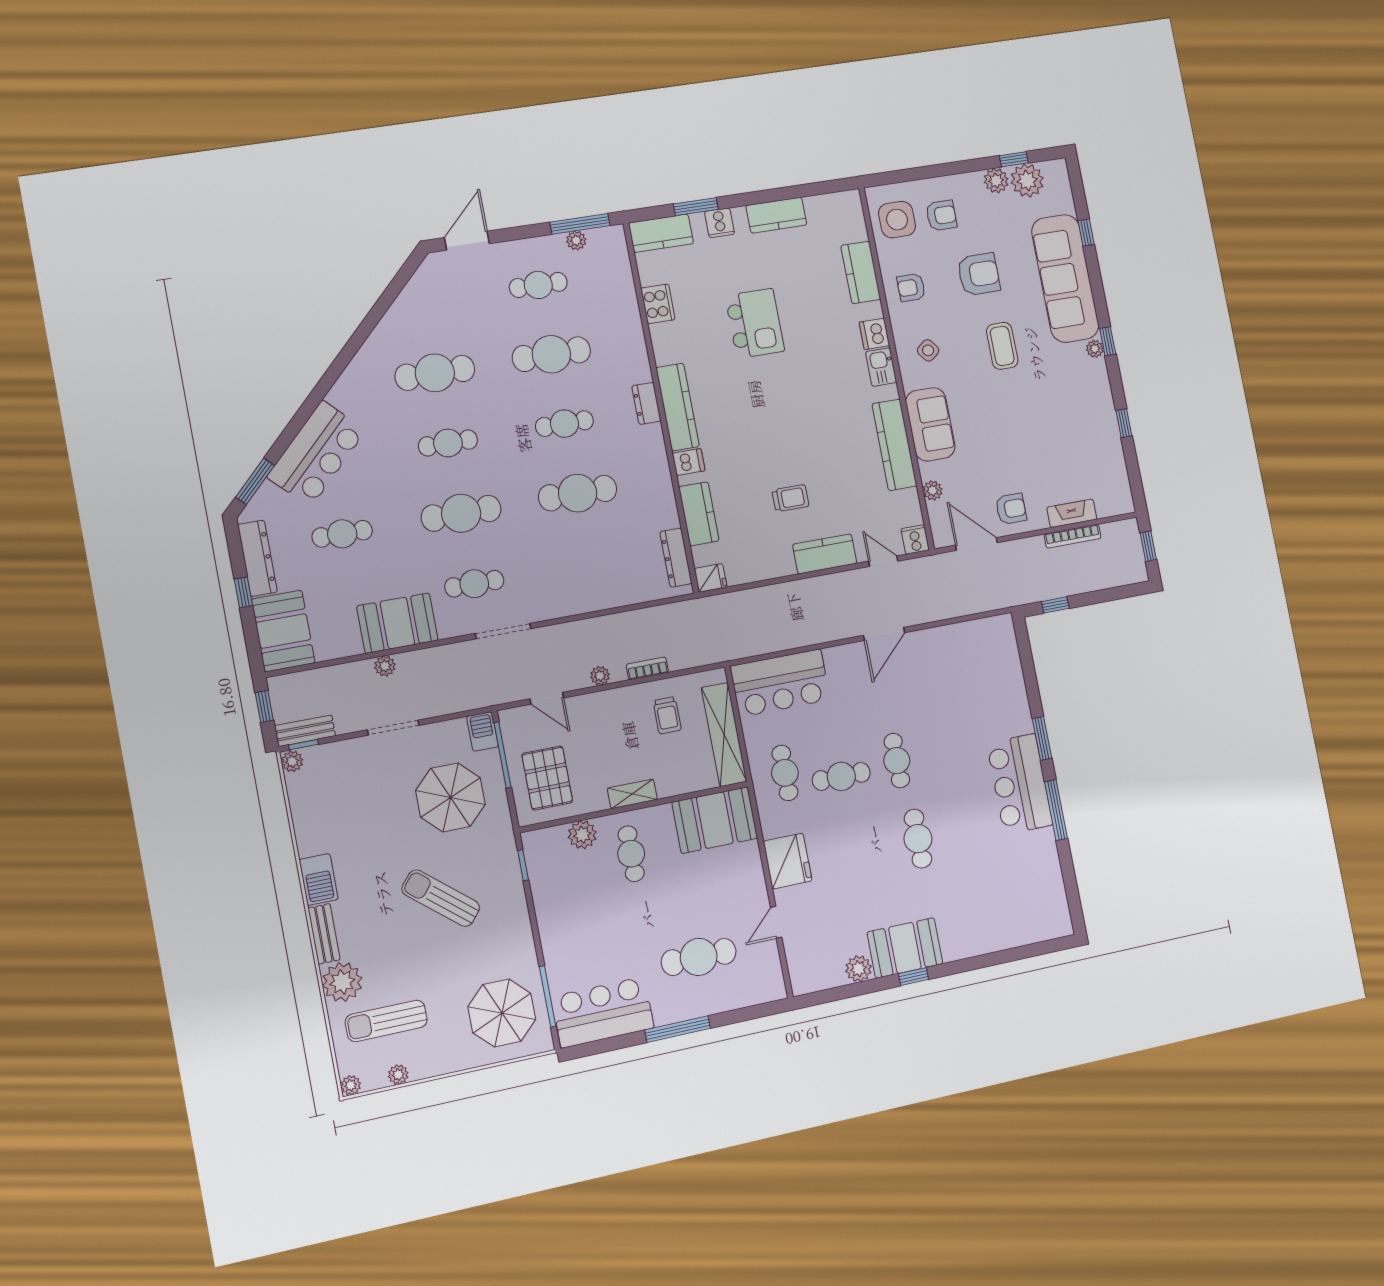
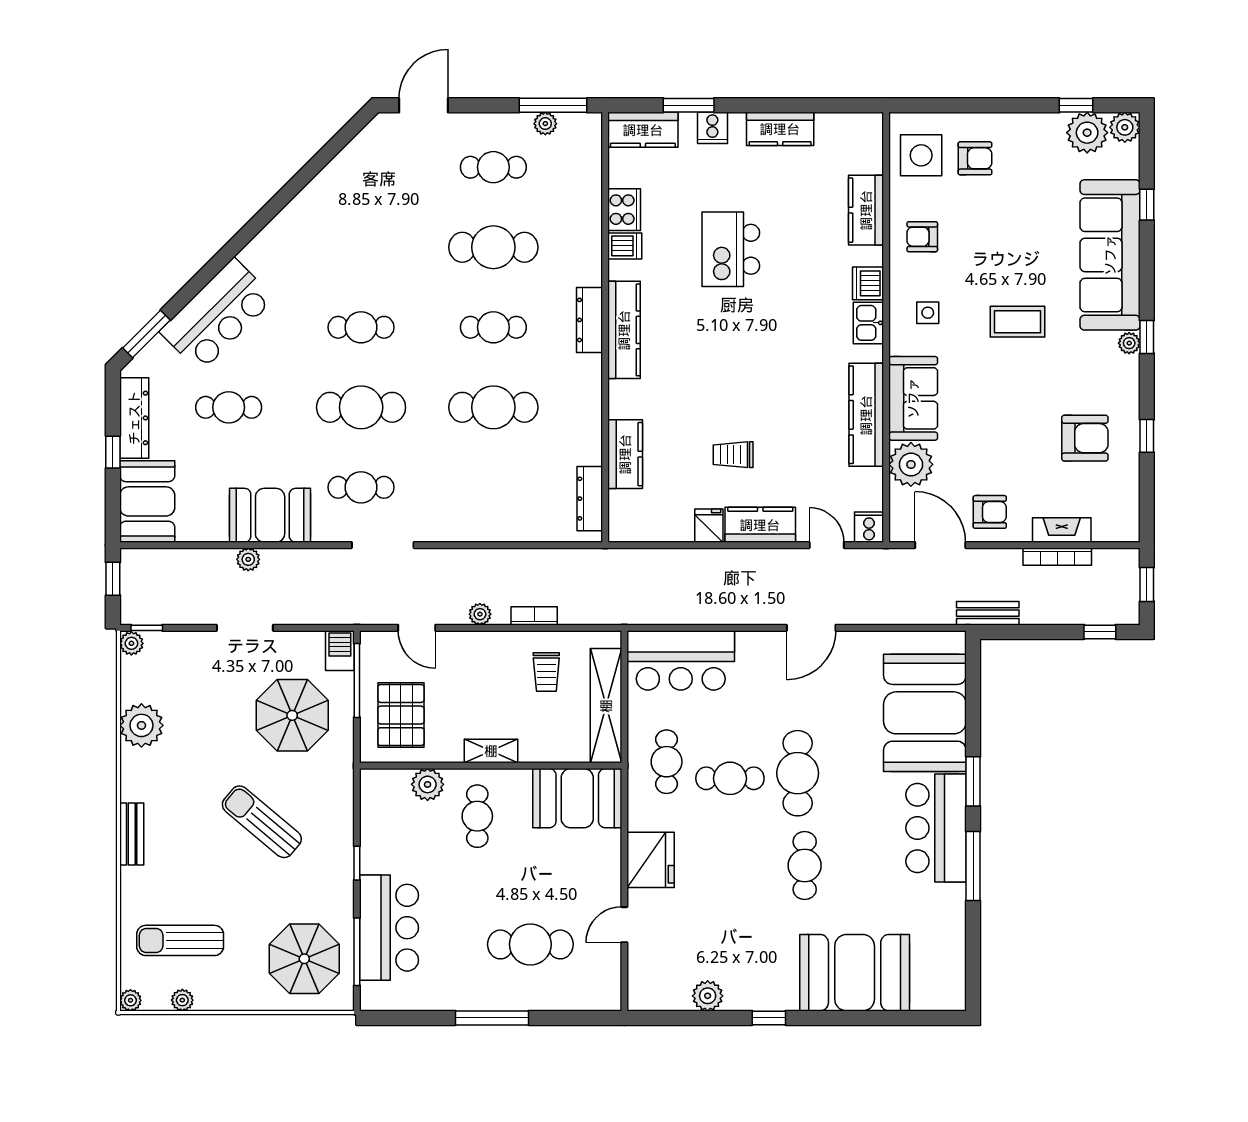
plant: (996, 181) -> (1125, 127), moved
armchair: (979, 274) -> (1085, 438), moved
kitchen island: (755, 323) -> (731, 249), turned 180
coffee table: (1002, 346) -> (1017, 322), turned 90
side table: (928, 350) -> (928, 313), turned 38
cafe table: (435, 373) -> (361, 247), removed
dresser: (646, 403) -> (589, 320), width x1.44
dishwasher: (689, 462) -> (625, 246), moved
plant: (933, 490) -> (911, 464), width x1.87, depth x1.87
trolley: (790, 498) -> (733, 455), turned 180
fridge: (711, 578) -> (709, 526), moved, turned -90
window: (1055, 605) -> (1100, 632), moved
booth: (992, 688) -> (925, 713), added
bench: (305, 731) -> (988, 613), moved
cafe table: (897, 761) -> (798, 773), width x1.37, depth x1.35
window: (523, 865) -> (357, 863), moved
barbecue: (319, 879) -> (137, 775), removed
booth: (905, 948) -> (855, 973), moved, width x1.36, depth x1.42
plant: (342, 982) -> (141, 725), moved
bar counter: (603, 1012) -> (389, 928), moved, turned 90

